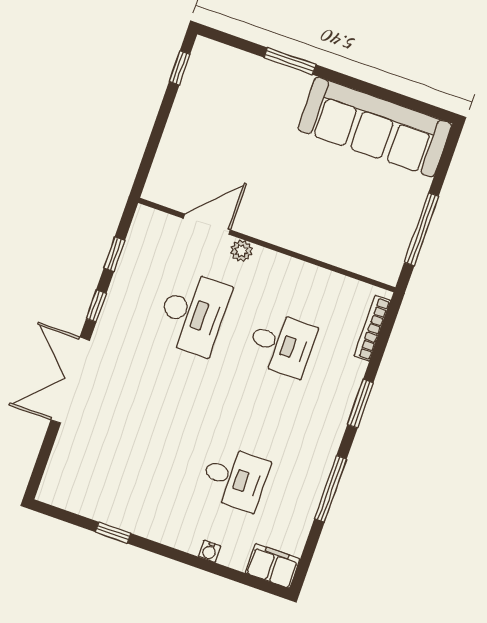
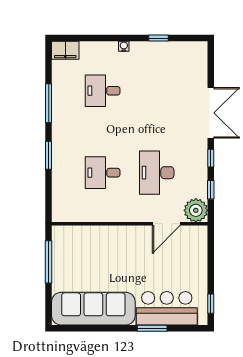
bar counter: (254, 85) -> (167, 308), added
plant: (241, 251) -> (196, 210), moved, width x1.88, depth x1.88
bookcase: (372, 328) -> (56, 199), removed
water cooler: (210, 551) -> (124, 46), moved

